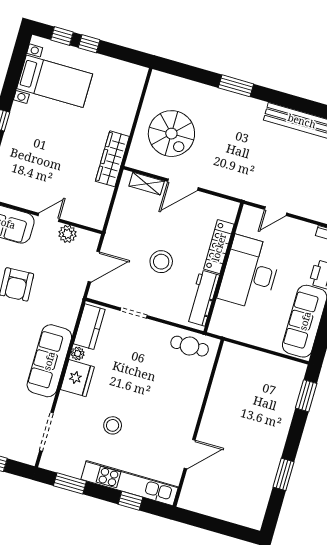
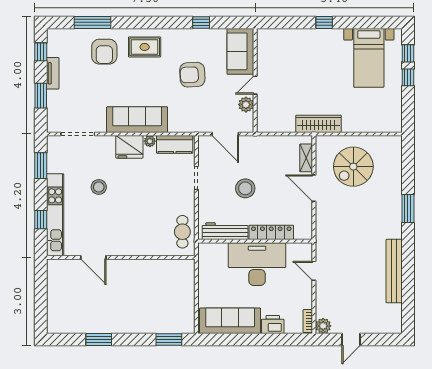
door: (49, 217) -> (255, 85), swing flipped

